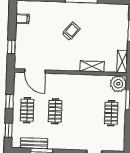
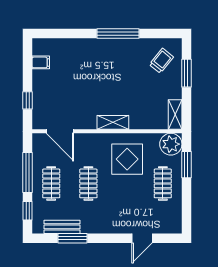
trolley: (71, 31) -> (161, 61), moved
shelving: (92, 66) -> (113, 122), moved
display table: (85, 94) -> (127, 159), added
window: (10, 101) -> (28, 173), width x2.17

